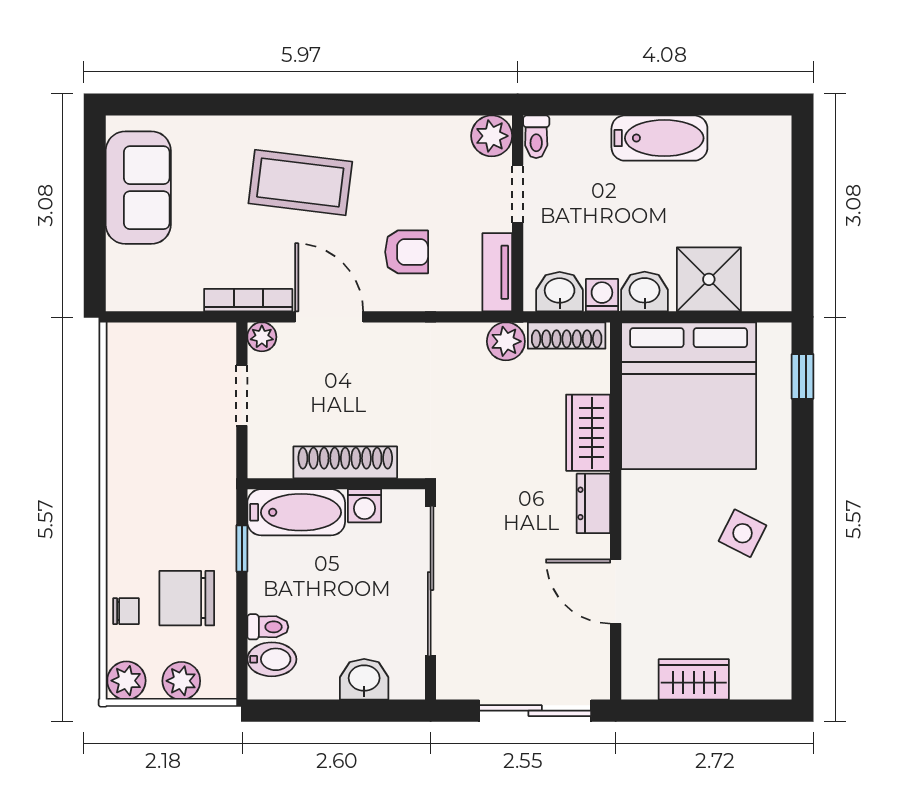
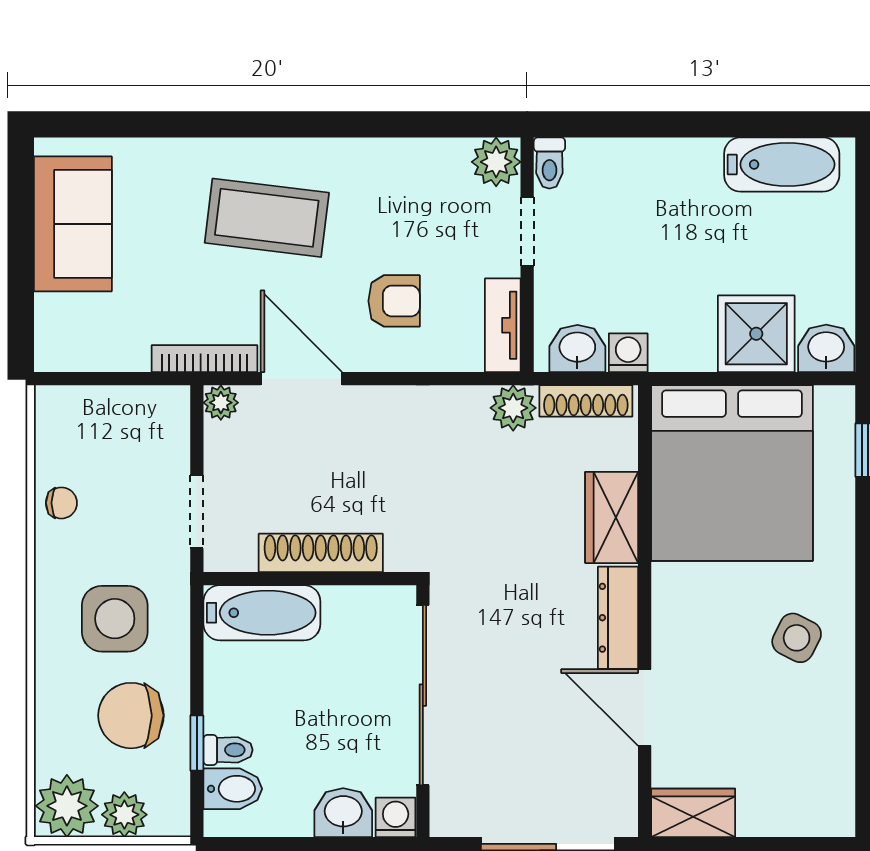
bathtub: (659, 138) -> (782, 164), moved
washbasin: (645, 292) -> (826, 348), moved
doorway: (242, 395) -> (197, 512), moved
dresser: (593, 503) -> (618, 618), width x1.44
washing machine: (364, 506) -> (396, 817), moved, turned 180
side table: (173, 517) -> (115, 619), added
window: (242, 548) -> (197, 743), moved
chair: (126, 611) -> (61, 503), moved
wardrobe: (694, 679) -> (693, 813), moved
plant: (126, 681) -> (67, 806), width x1.36, depth x1.36

